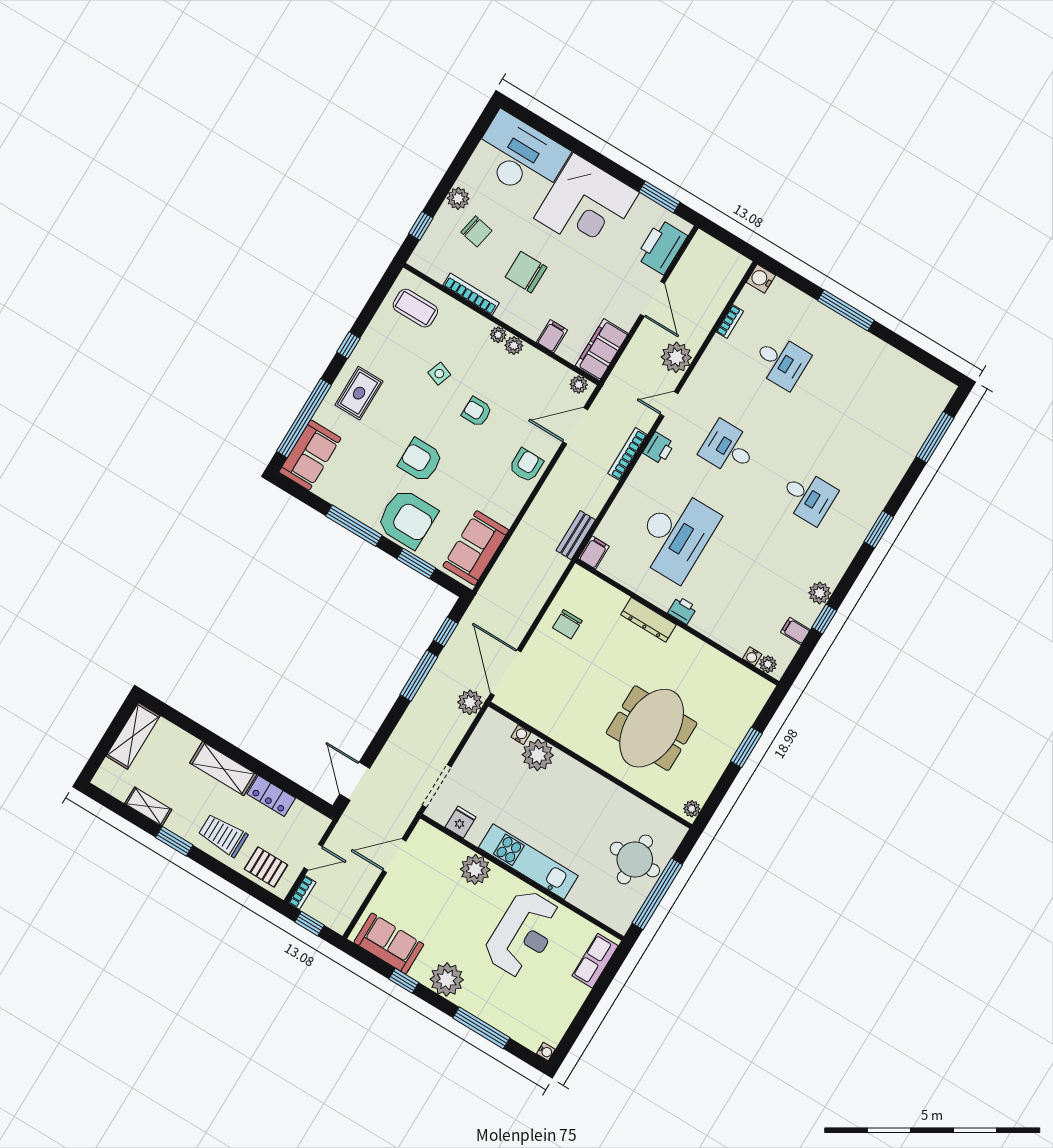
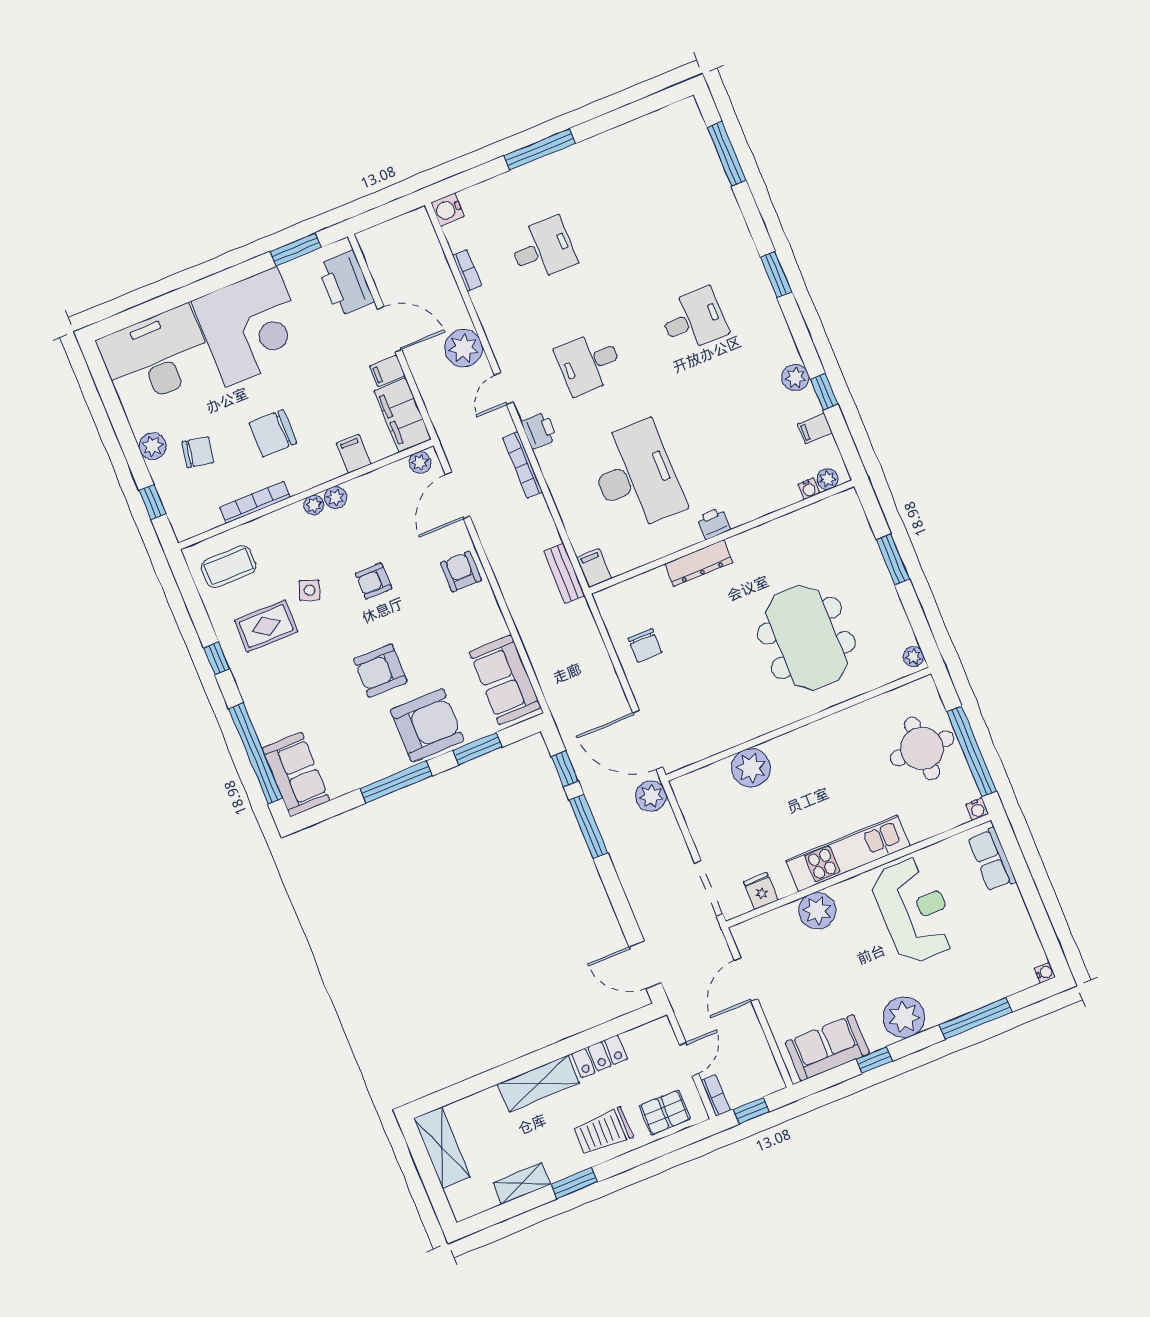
filing cabinet: (624, 318) -> (387, 371), added
rug: (359, 393) -> (266, 626), moved, turned 90
water cooler: (521, 735) -> (977, 809), moved, turned 180

